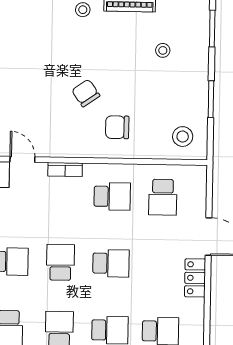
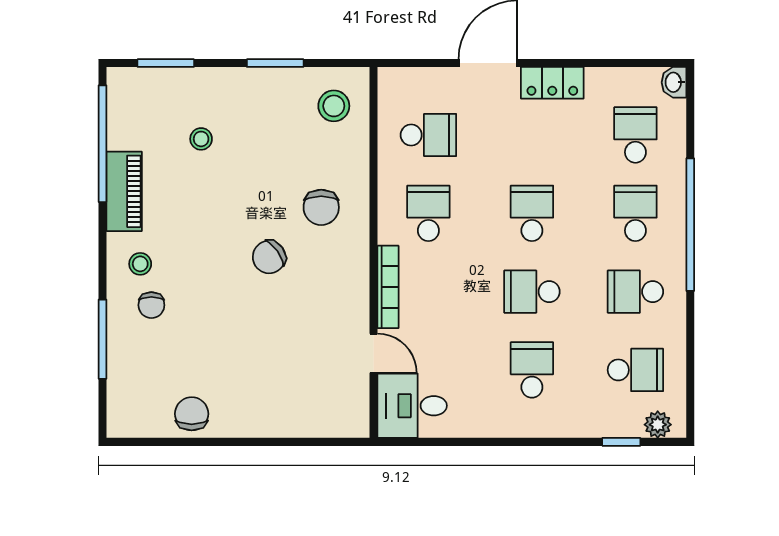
chair: (56, 16) -> (151, 305), added
door: (22, 159) -> (374, 353), swing flipped
bookcase: (65, 170) -> (388, 287), width x1.56

